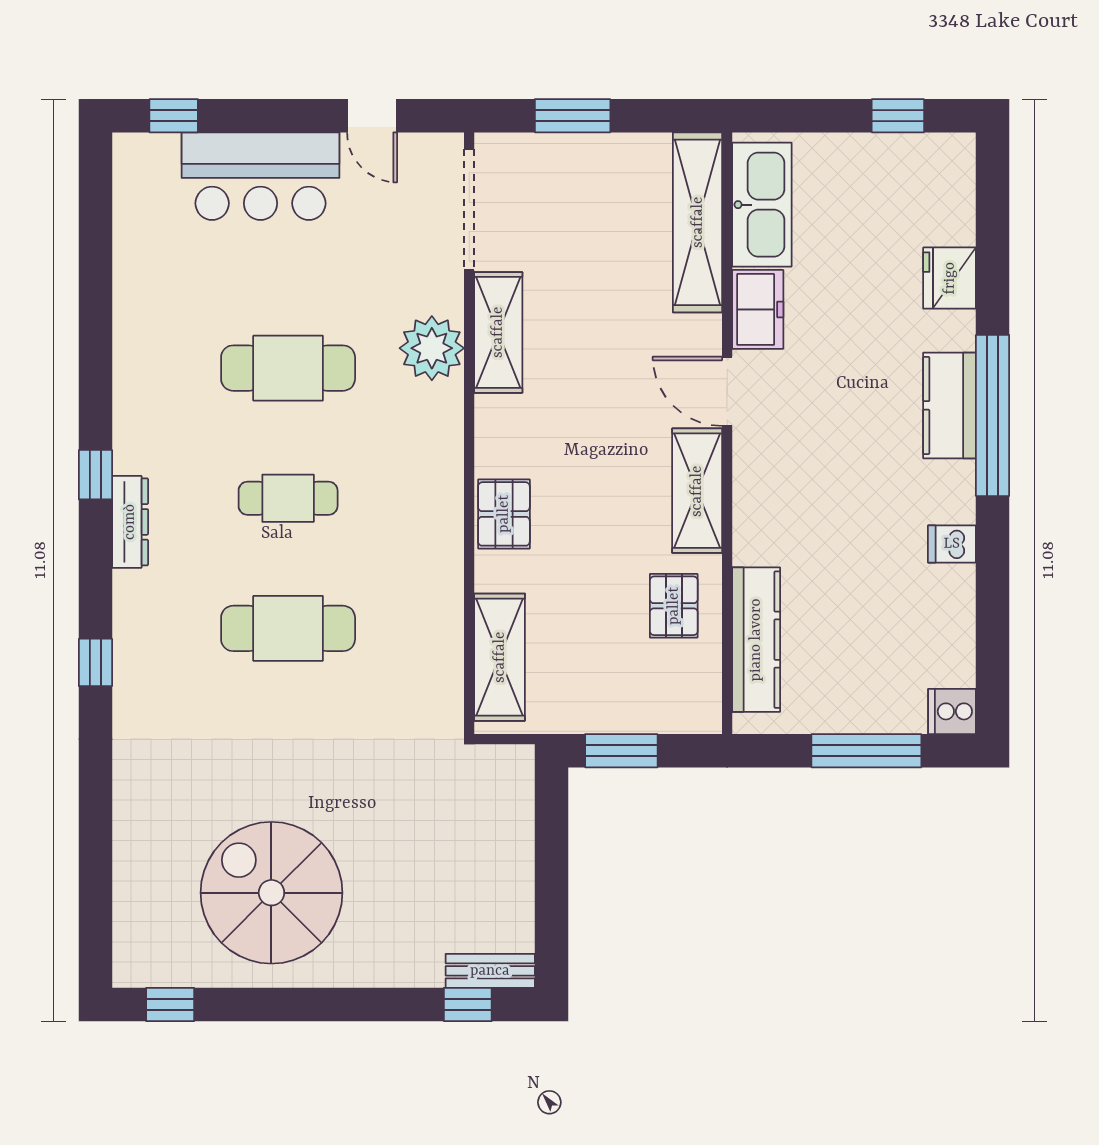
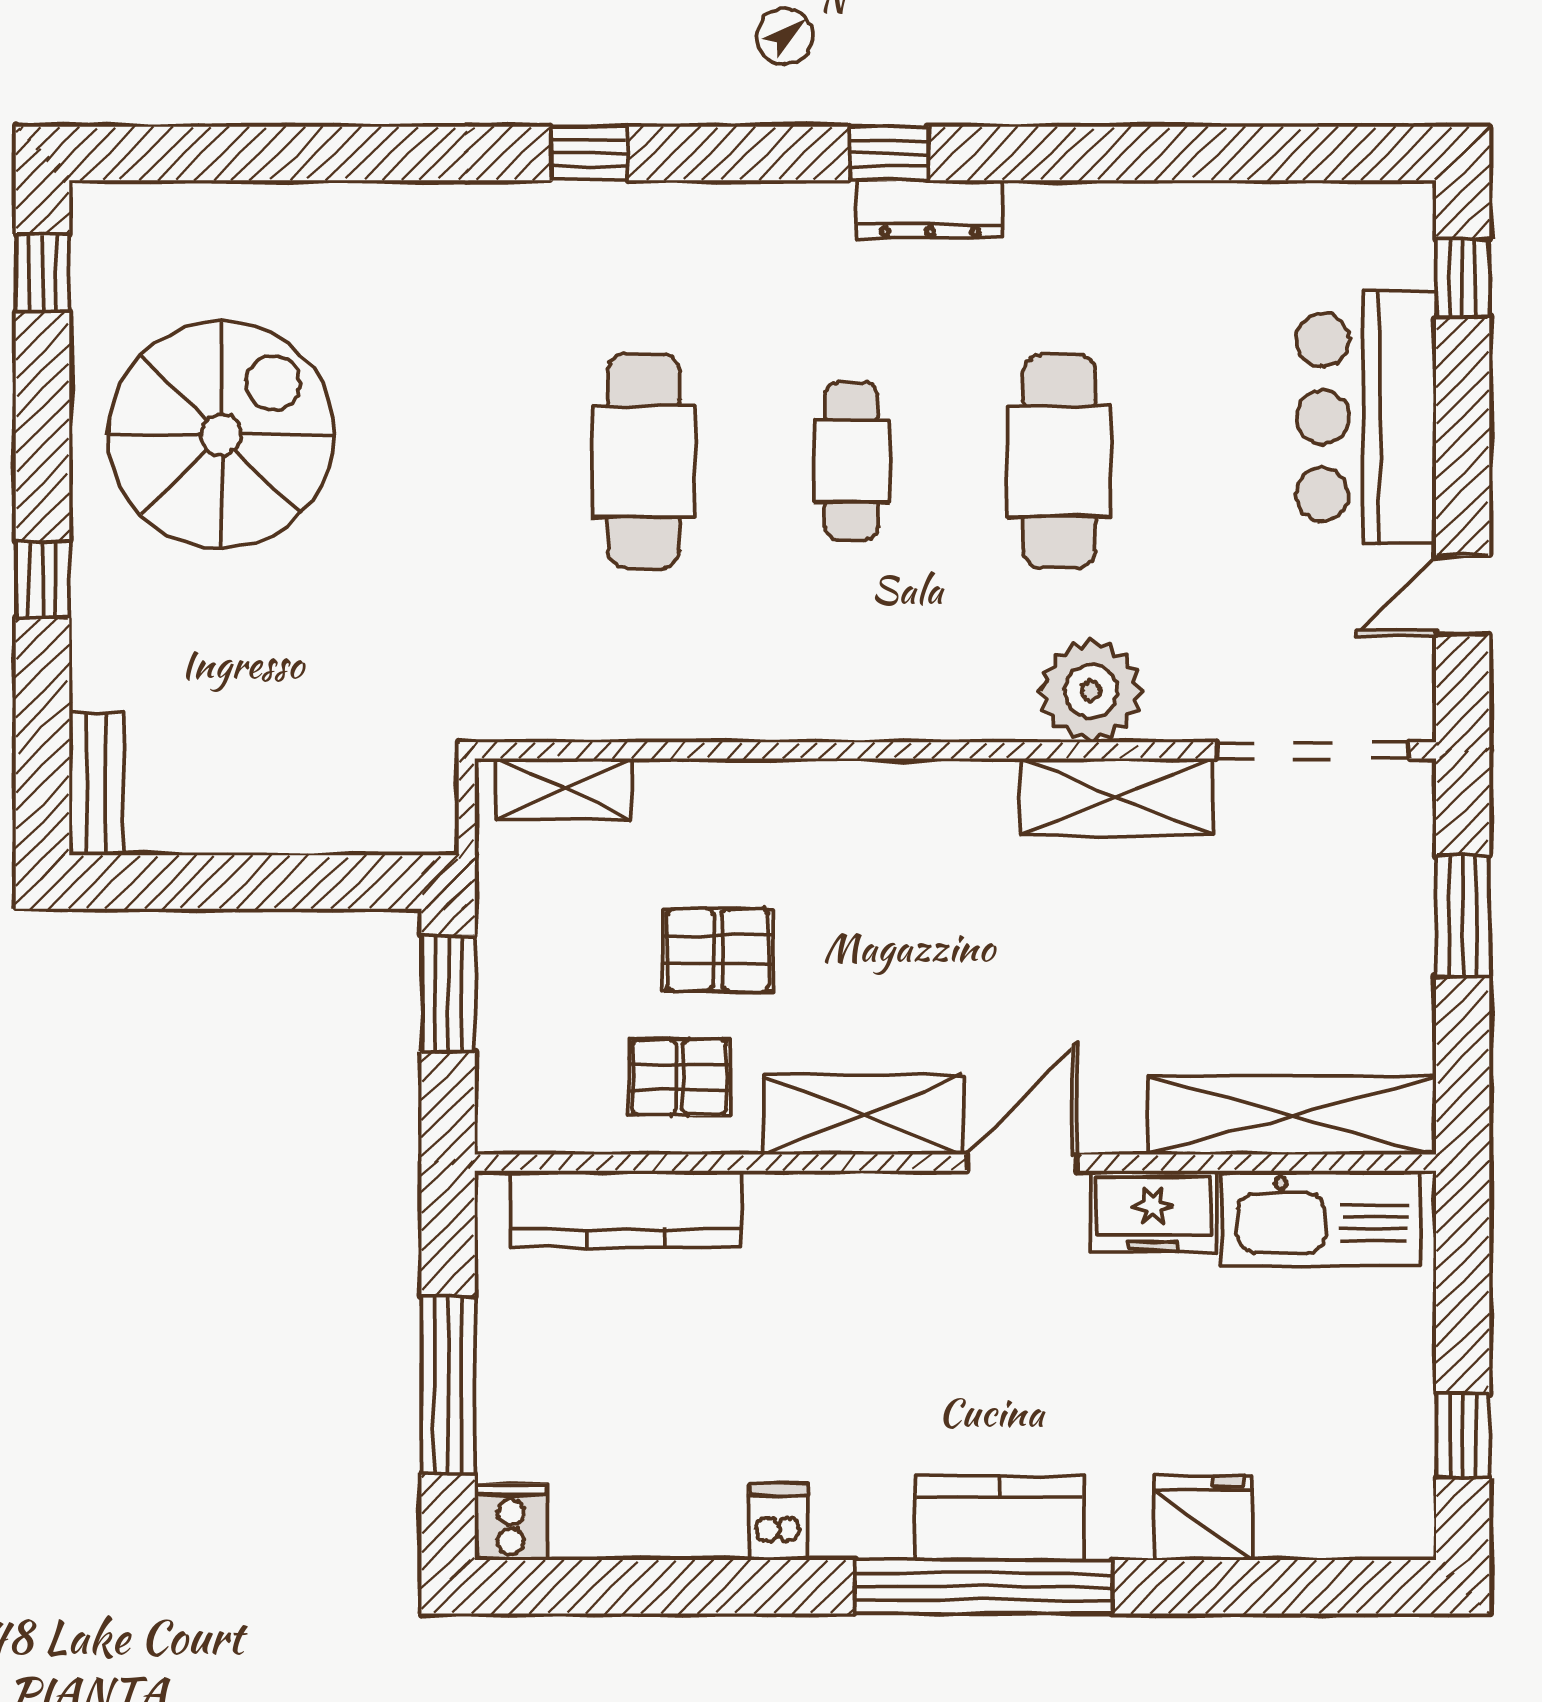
pallet: (504, 514) -> (718, 950), moved
dresser: (130, 522) -> (930, 209), moved
shelving: (500, 657) -> (564, 789), width x0.67, depth x0.75
window: (468, 1004) -> (43, 580), moved

